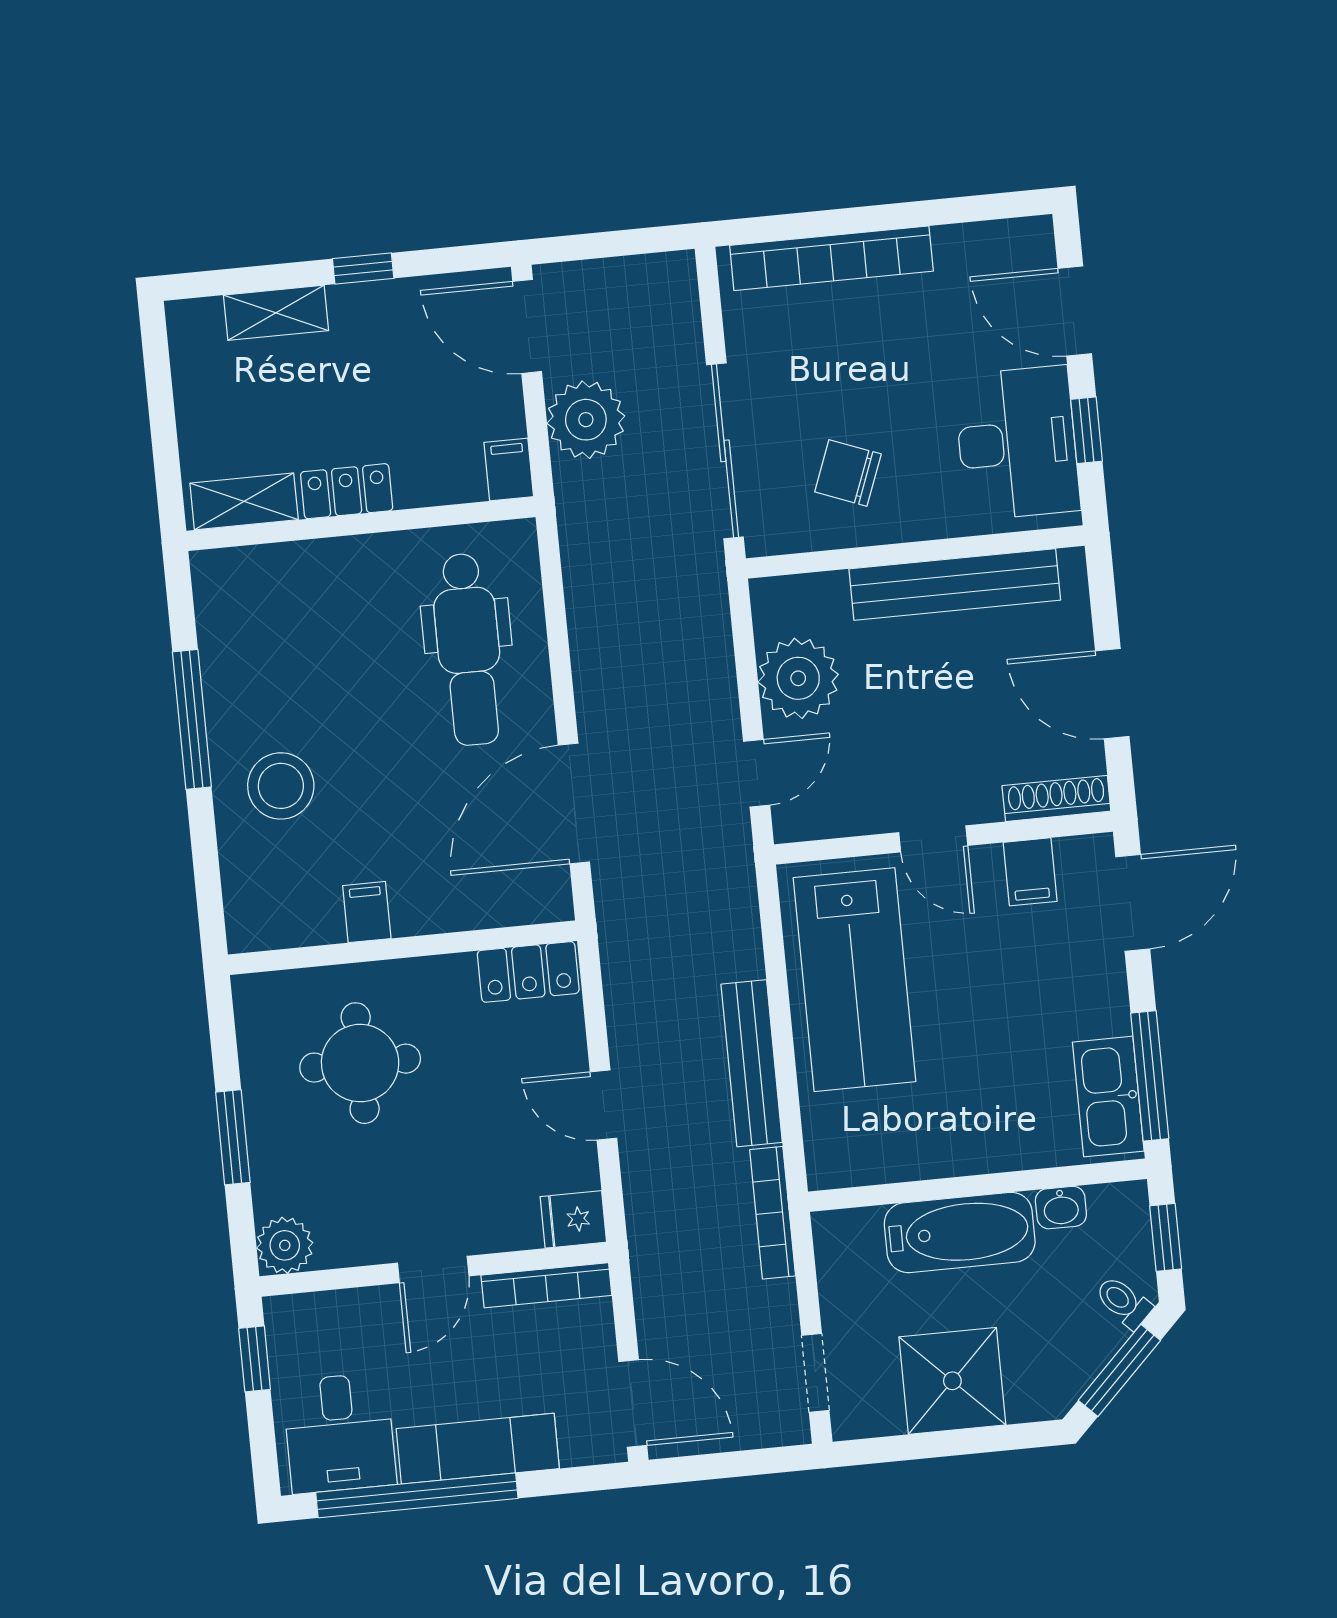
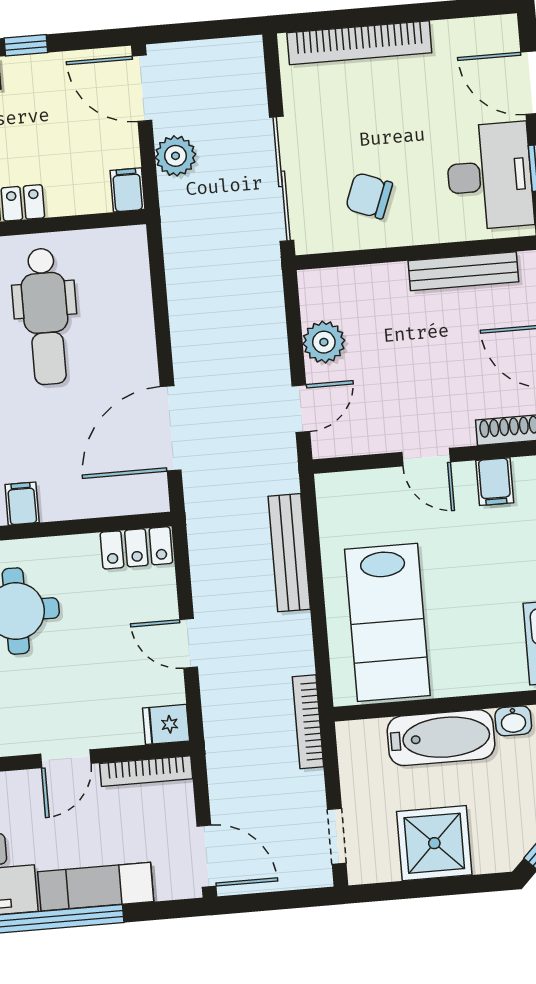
plant: (586, 420) -> (176, 156), width x0.73, depth x0.73
bench: (955, 584) -> (463, 271), width x0.73, depth x0.82
dental chair: (469, 649) -> (46, 316), moved
plant: (798, 678) -> (324, 342), width x0.73, depth x0.73
lab bench: (854, 980) -> (387, 622), moved
bench: (752, 1063) -> (289, 553), moved

